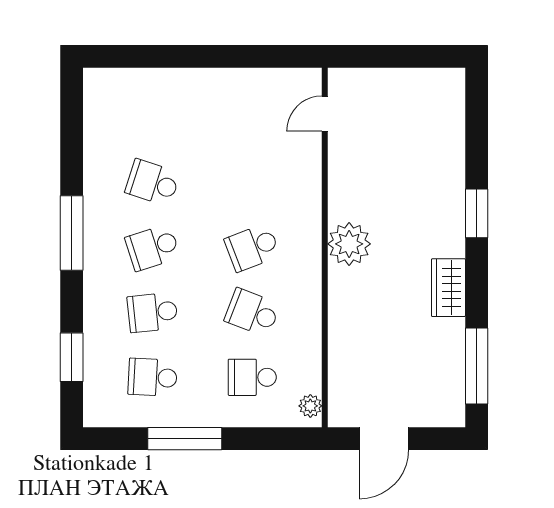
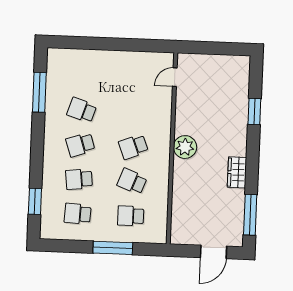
window: (477, 213) -> (254, 112), moved
window: (72, 233) -> (39, 92), moved
plant: (310, 406) -> (161, 232), removed
window: (185, 439) -> (113, 248), moved
door: (384, 439) -> (213, 252), moved

